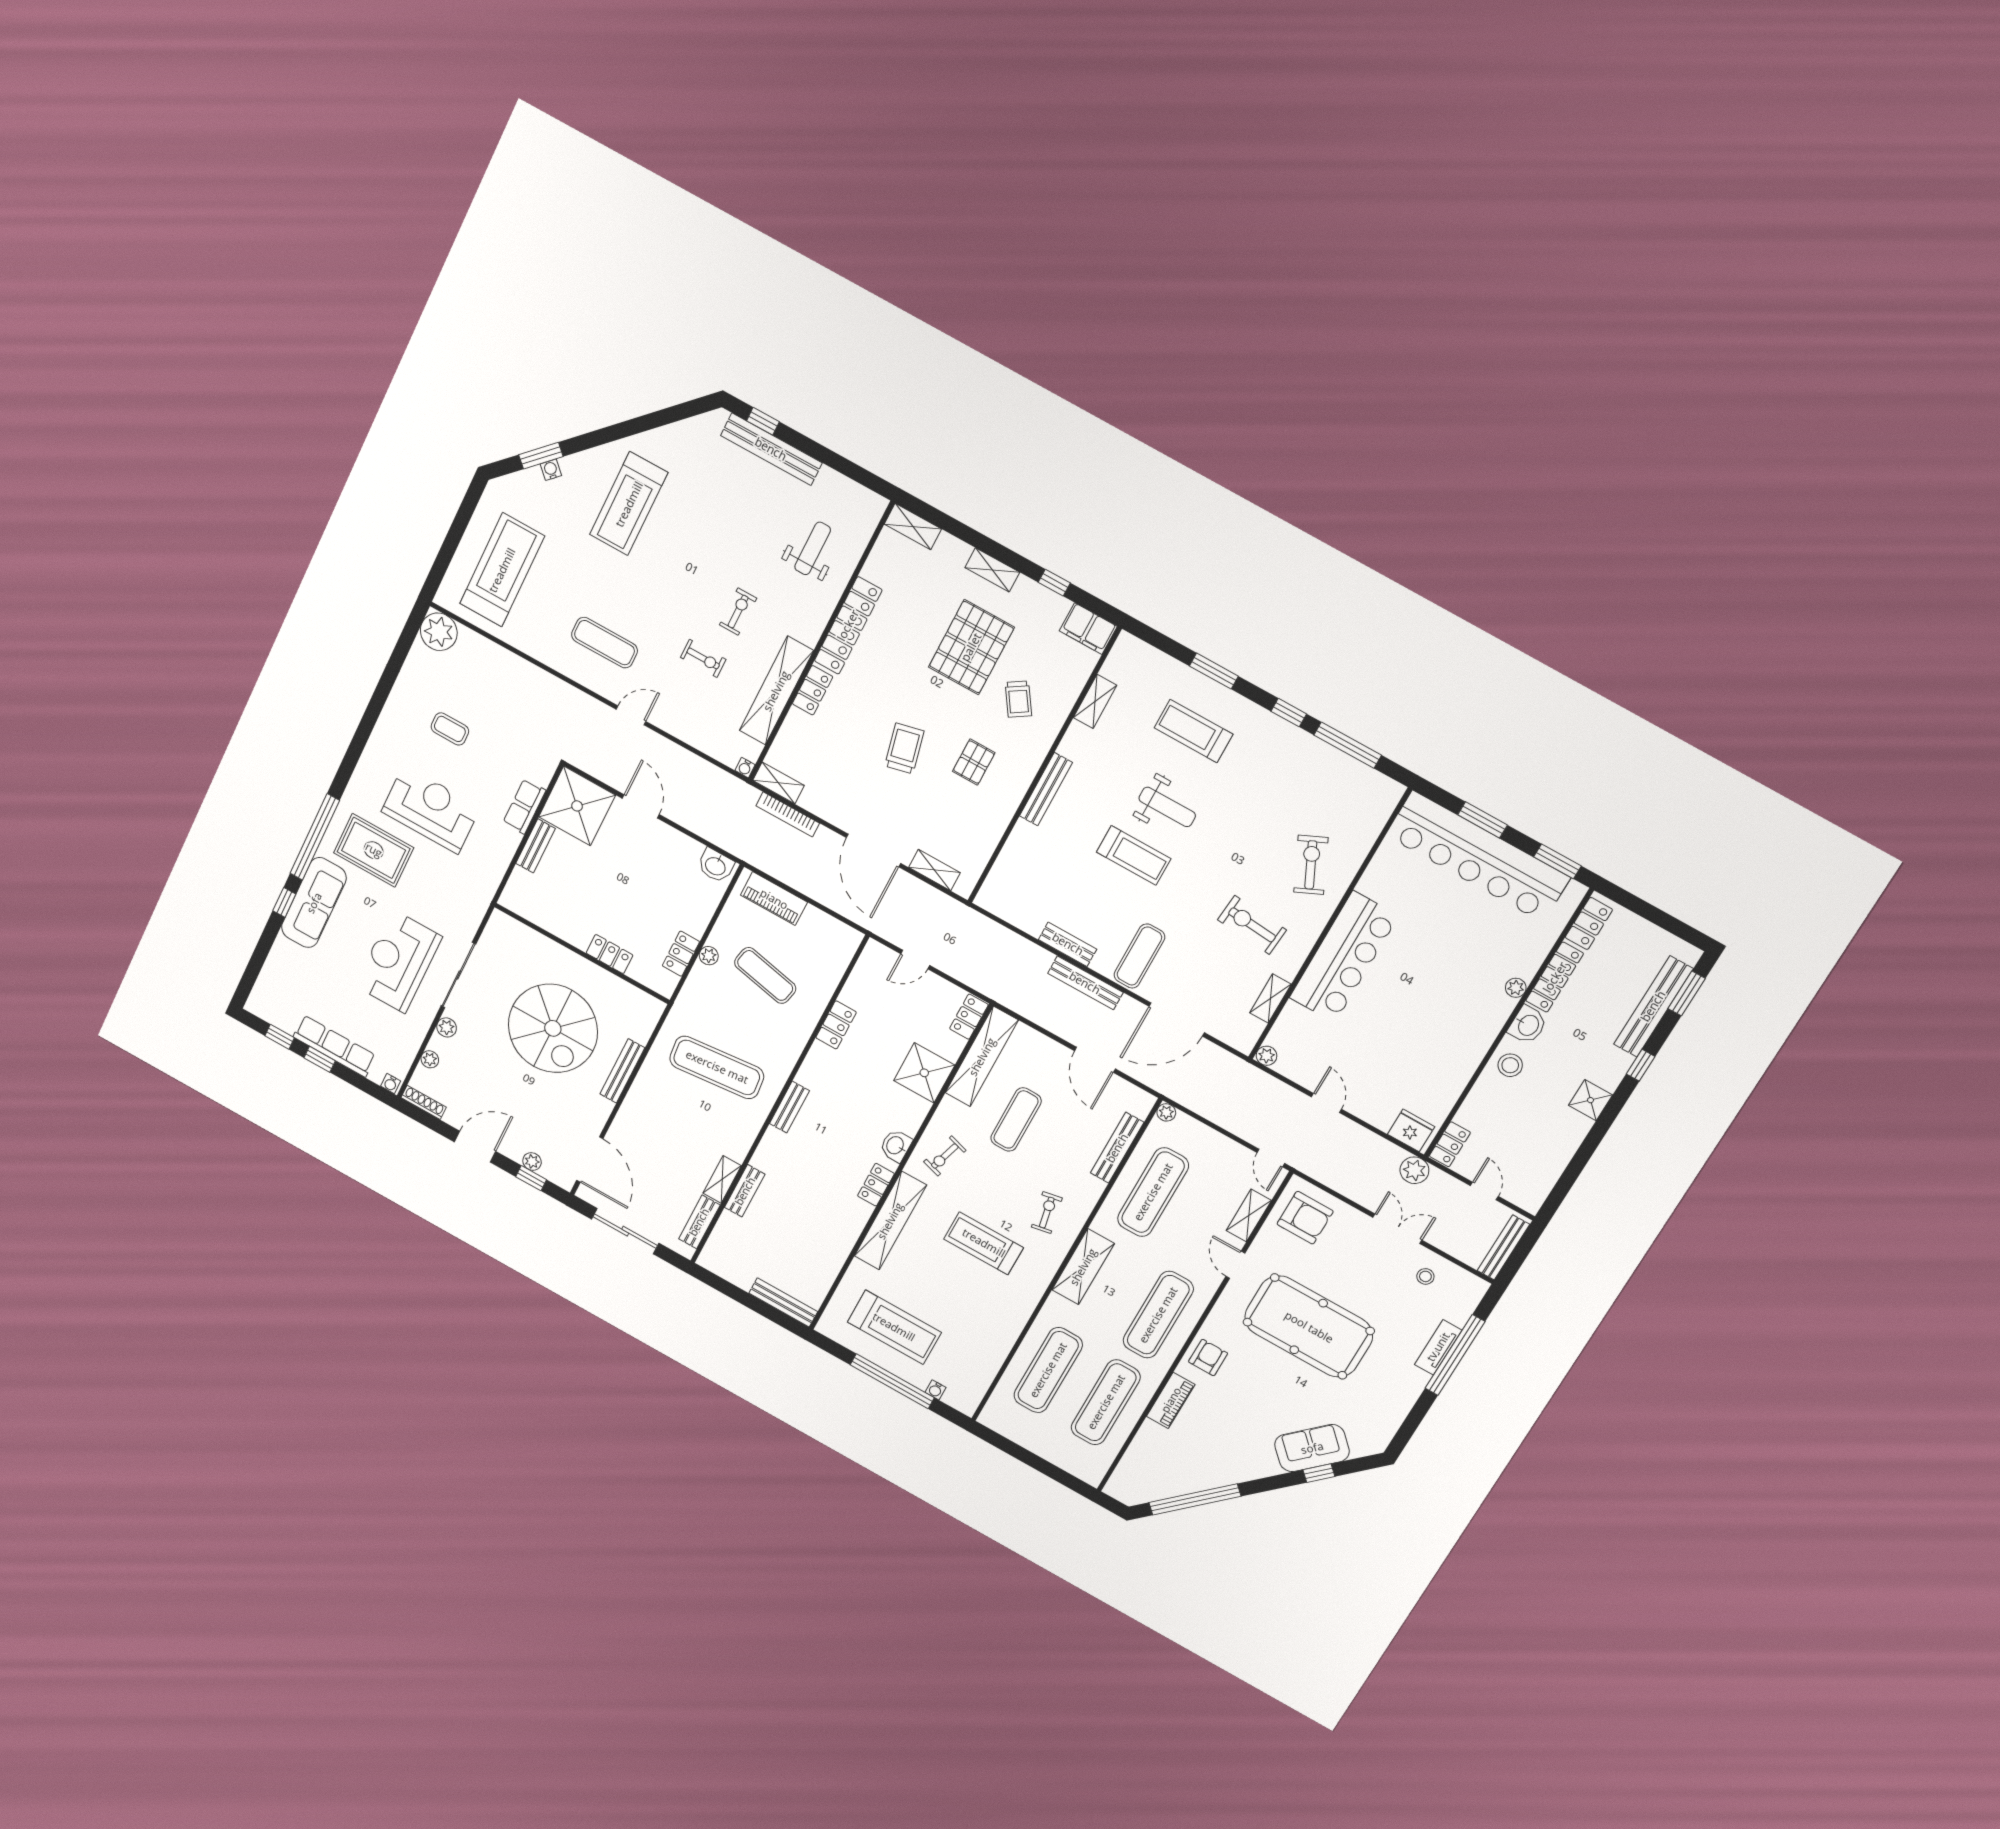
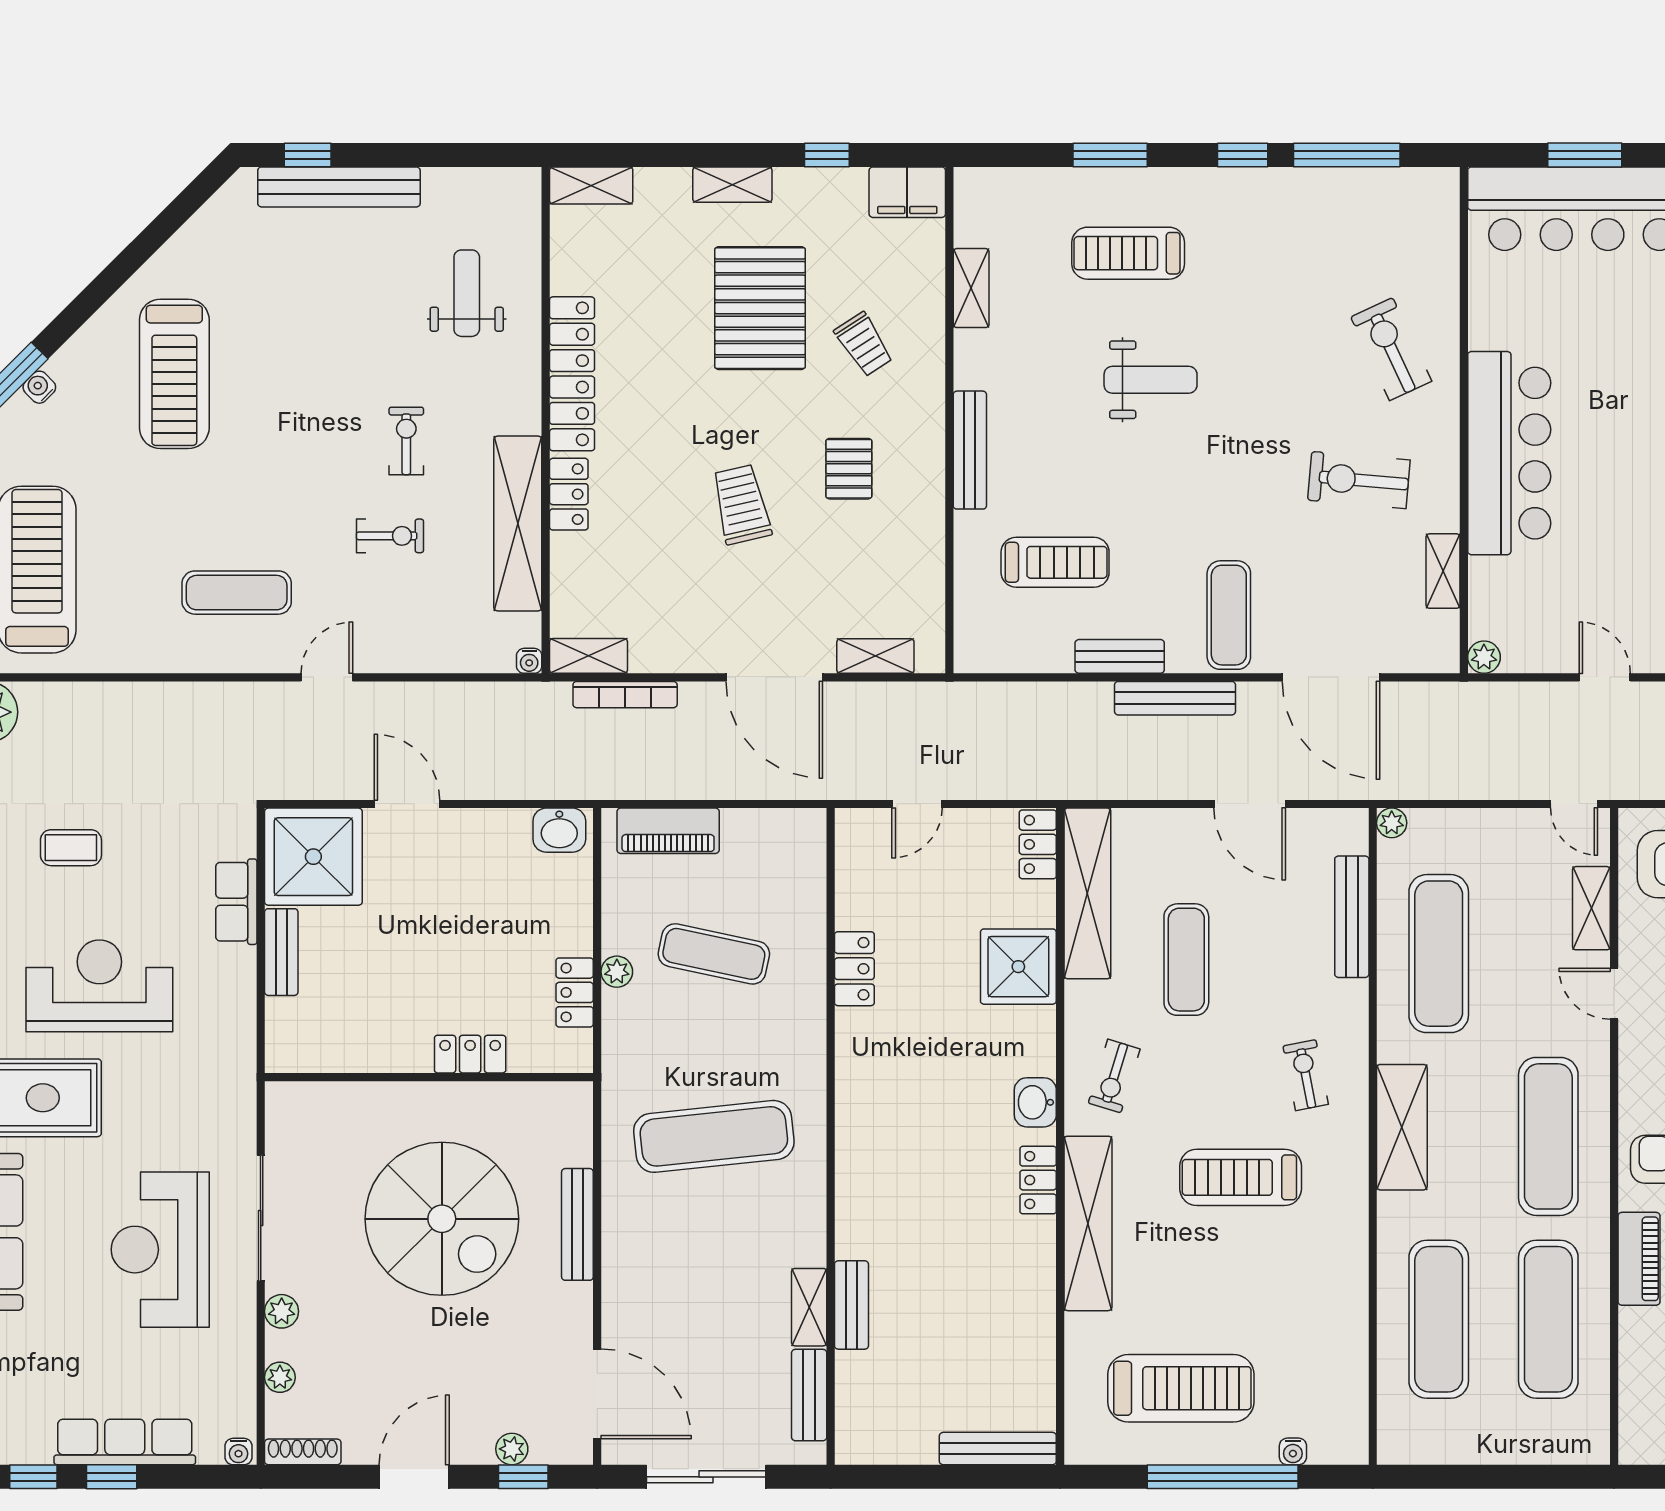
treadmill: (1134, 855) -> (1055, 562), moved
door: (1177, 1020) -> (1331, 677), hinge flipped
bench: (789, 1107) -> (851, 1135), removed

